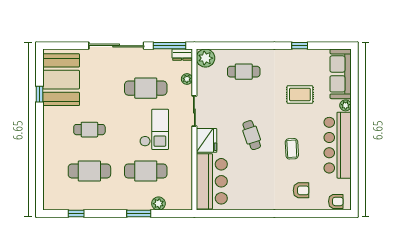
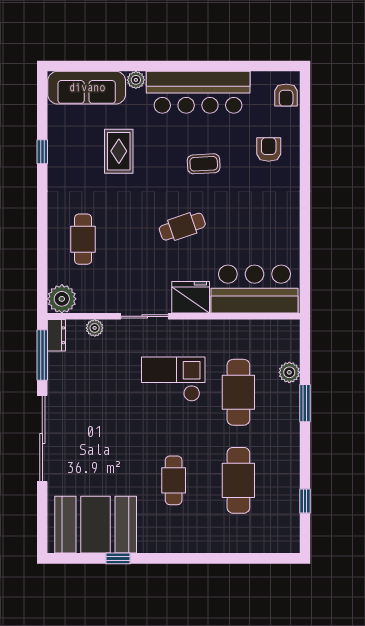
cafe table: (146, 88) -> (109, 392), removed
armchair: (336, 201) -> (286, 95), turned 180

